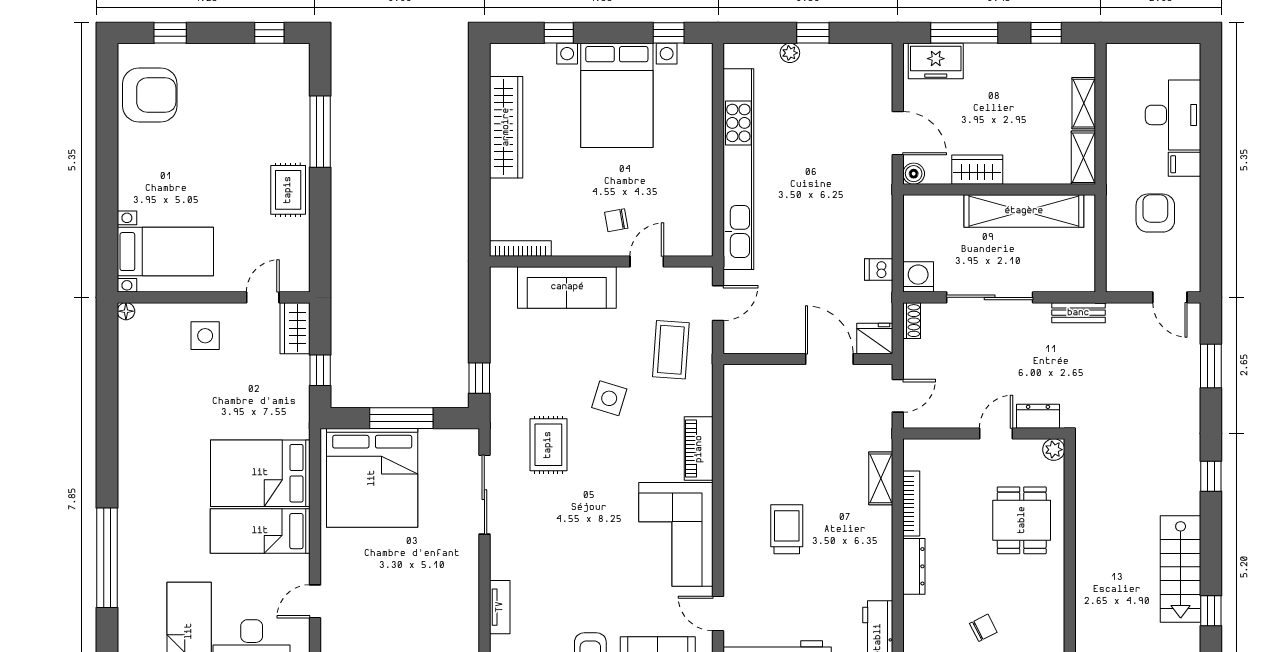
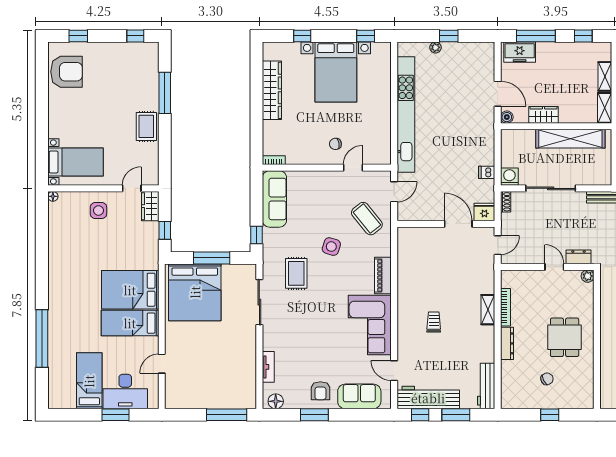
bookcase: (520, 248) -> (274, 160), width x0.64
sofa: (567, 287) -> (274, 199), moved, turned -90
coffee table: (671, 350) -> (367, 219), turned -43
door: (996, 433) -> (554, 267), hinge flipped
shelving: (881, 478) -> (488, 310), moved
dining table: (1022, 520) -> (565, 337), moved
trolley: (787, 529) -> (434, 322), width x0.73, depth x0.72

